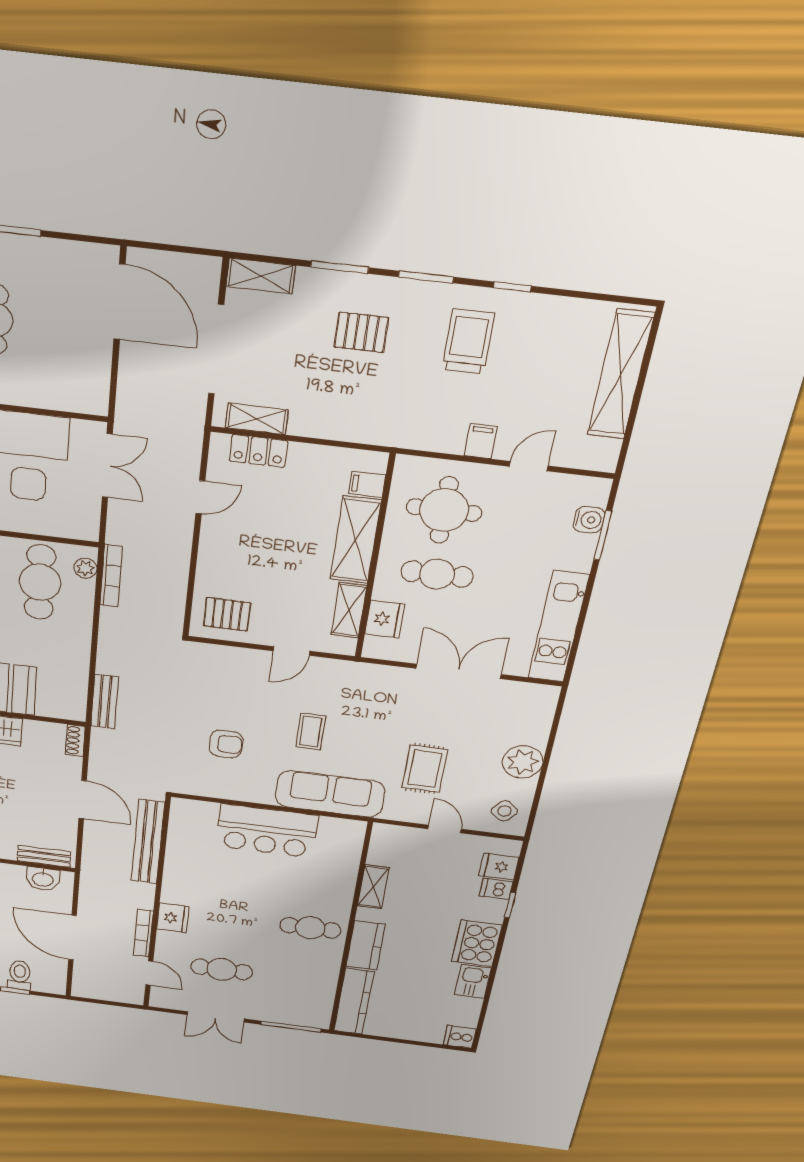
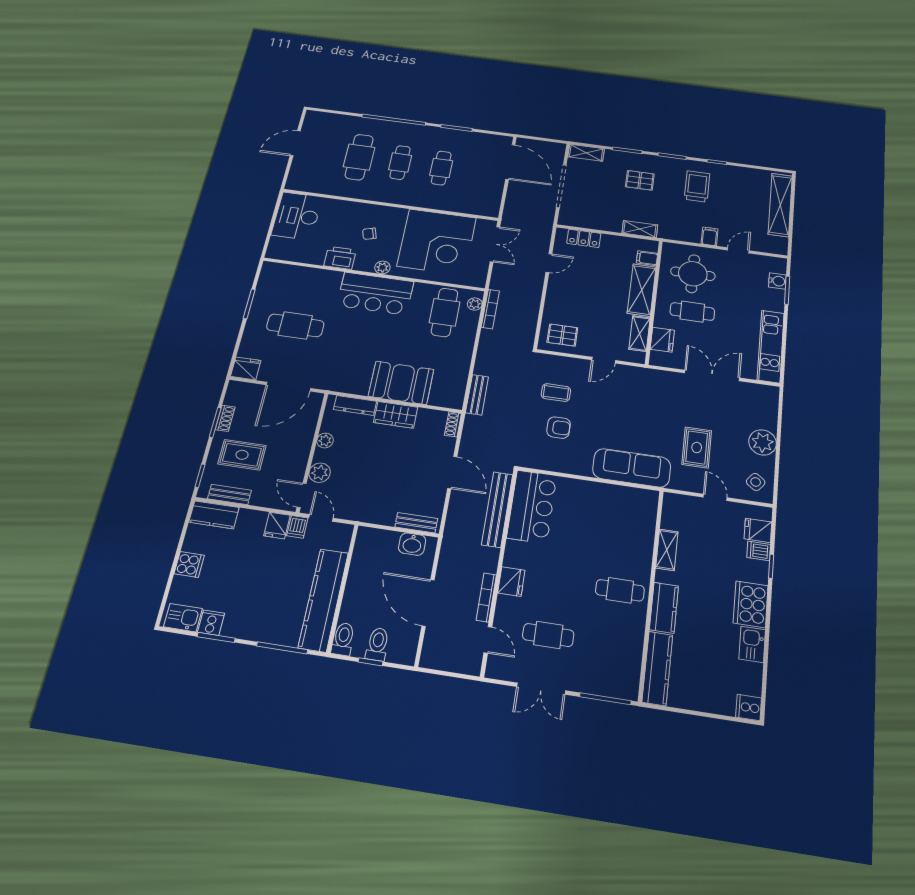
shelving: (257, 419) -> (640, 229), moved
coffee table: (311, 732) -> (556, 393), moved, turned 90
bar counter: (267, 831) -> (532, 507), moved, turned -90

